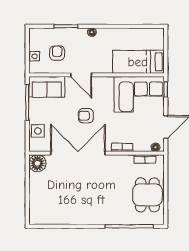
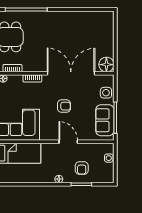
armchair: (57, 53) -> (82, 168), moved
sofa: (47, 87) -> (105, 120), moved, turned -90
double door: (78, 153) -> (71, 73), swing flipped

